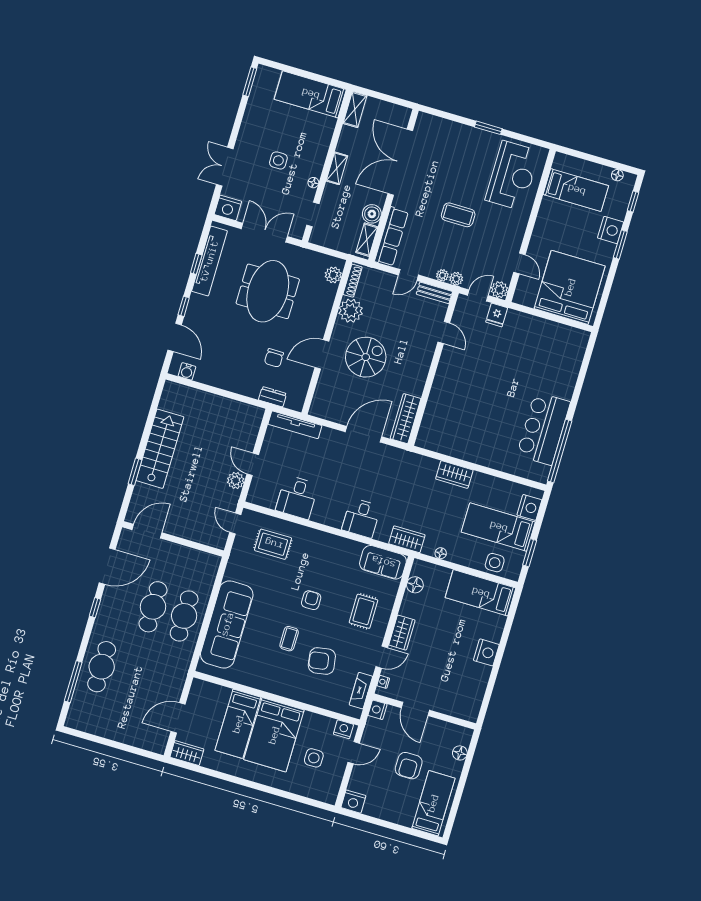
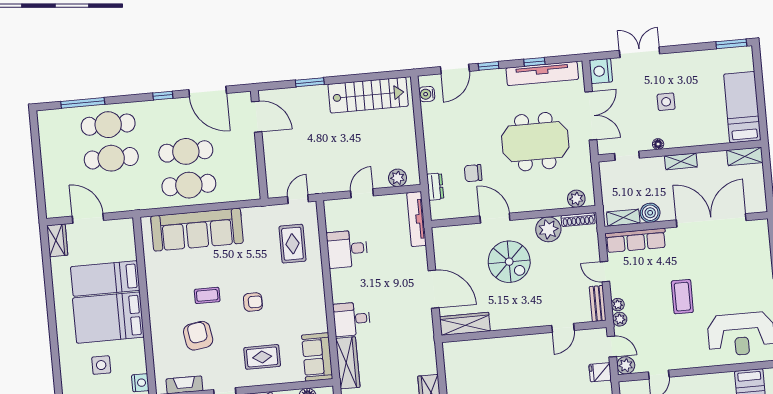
stairs: (160, 449) -> (368, 95), moved
plant: (236, 481) -> (398, 178), moved
wardrobe: (407, 539) -> (348, 363), width x1.50
cafe table: (133, 676) -> (111, 158), added

